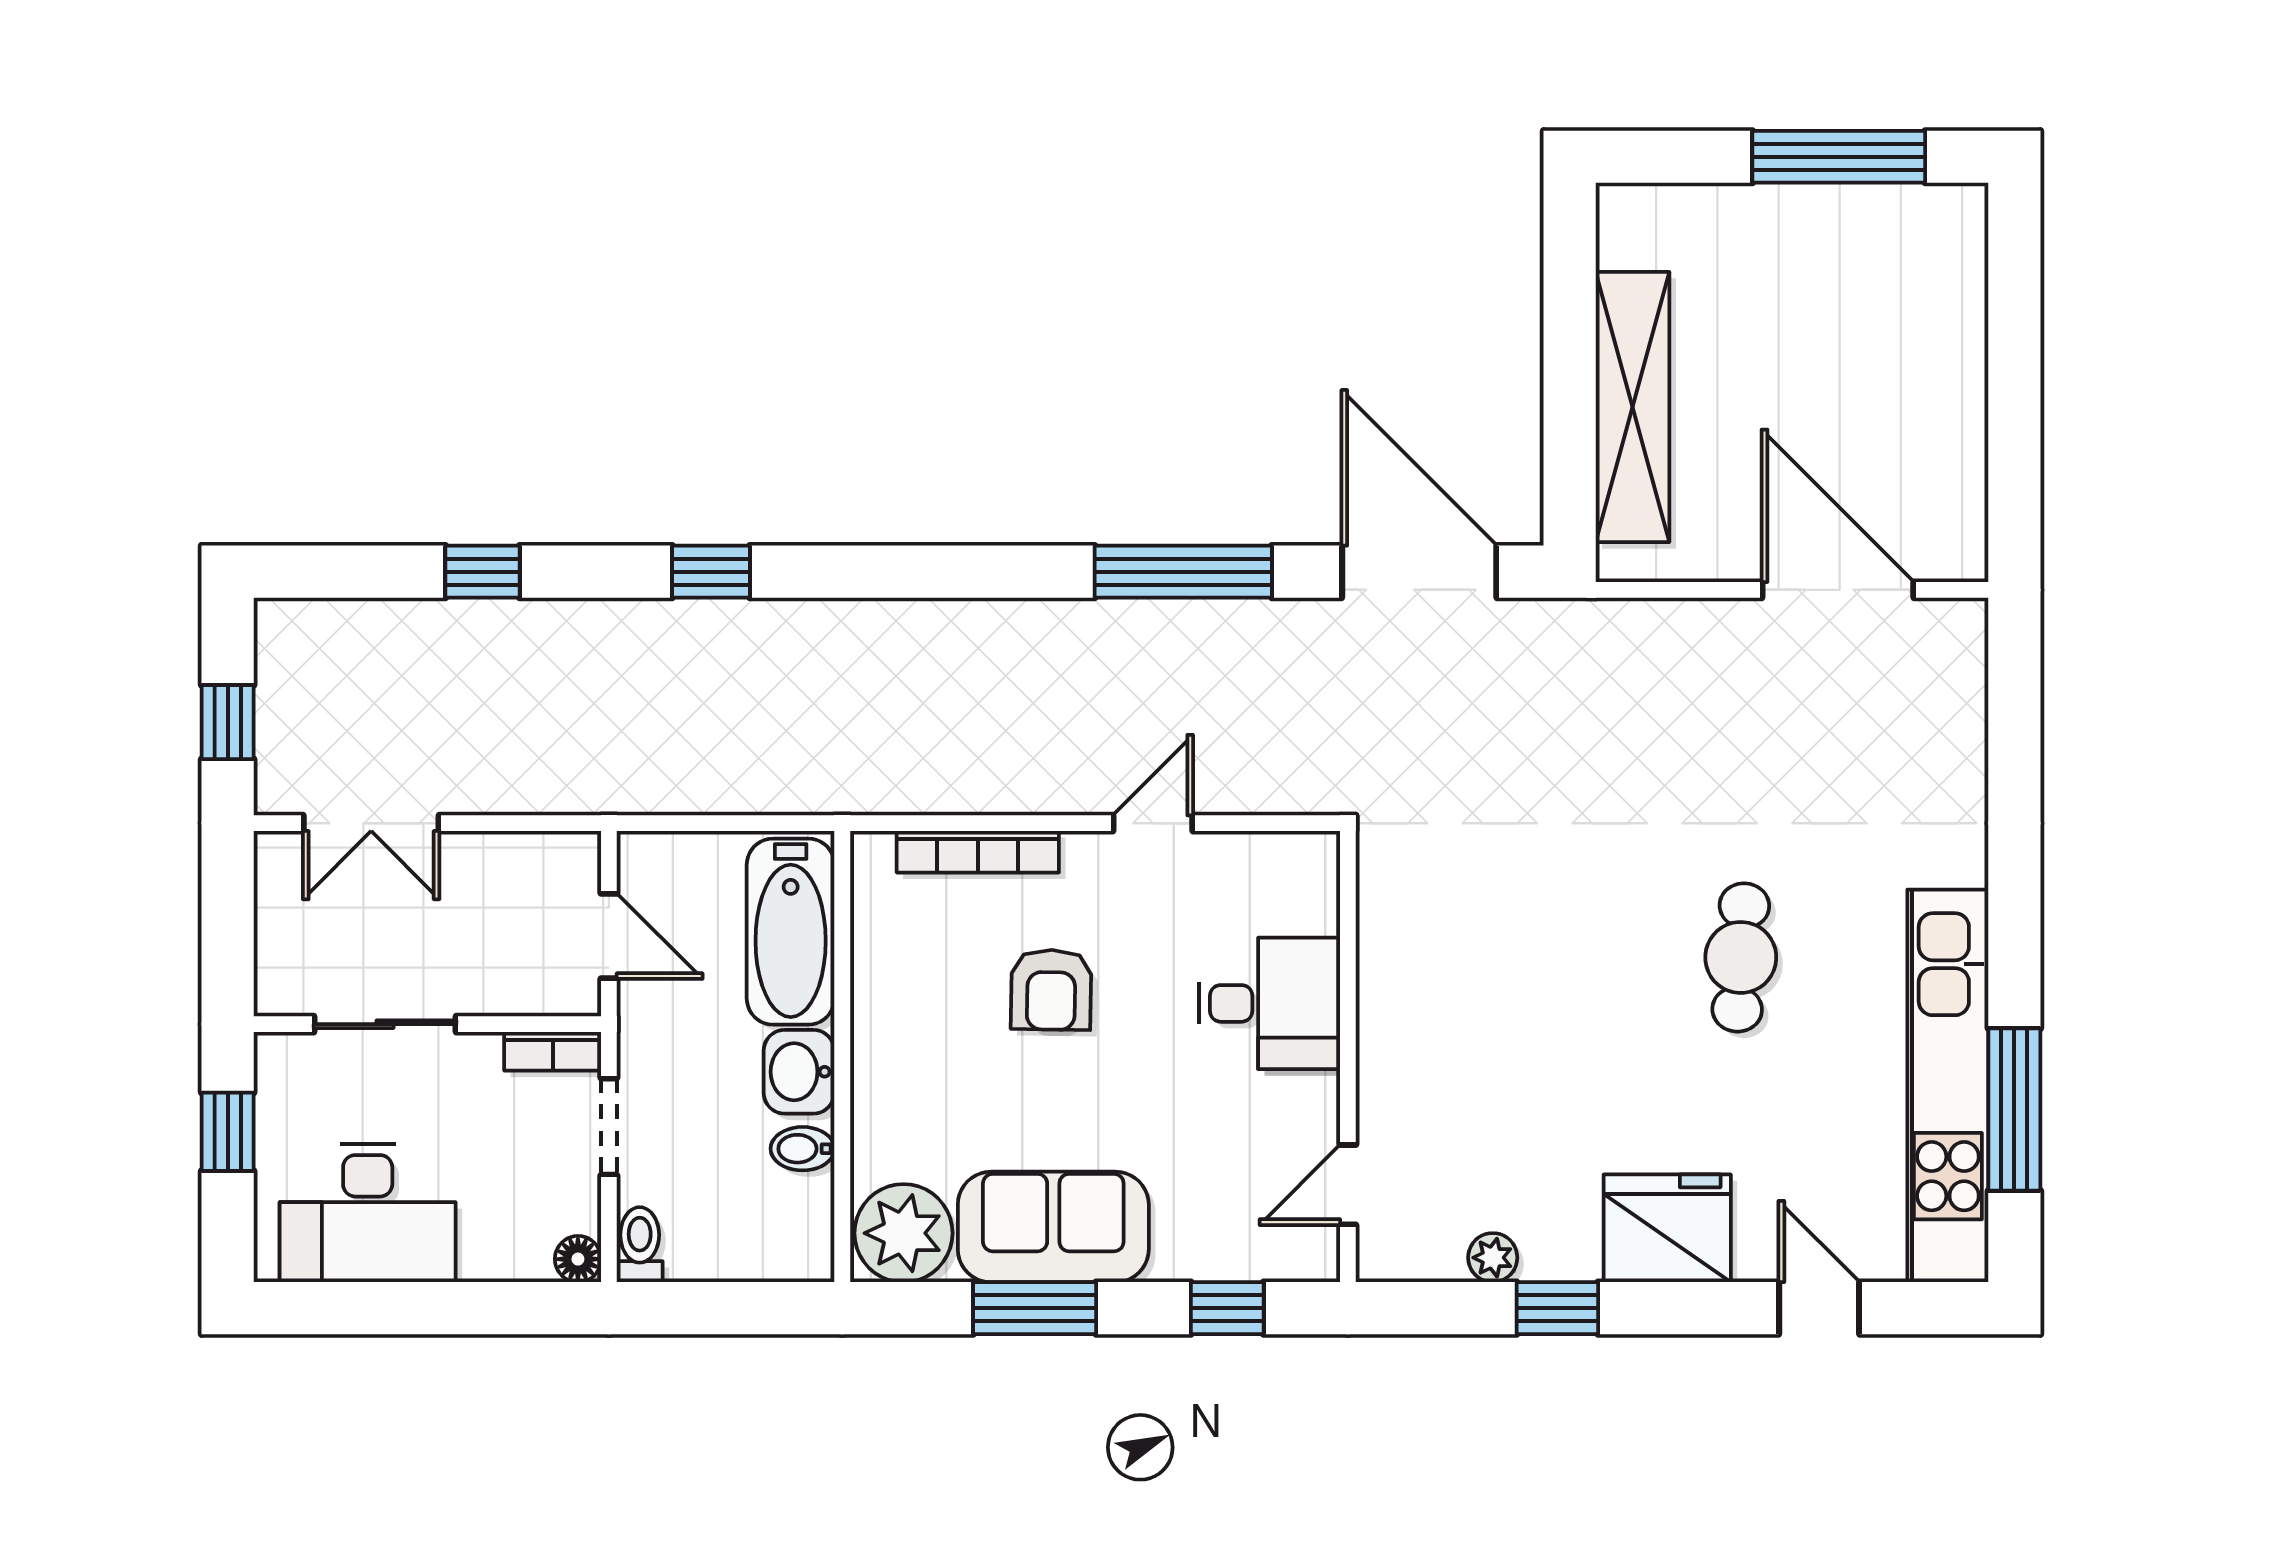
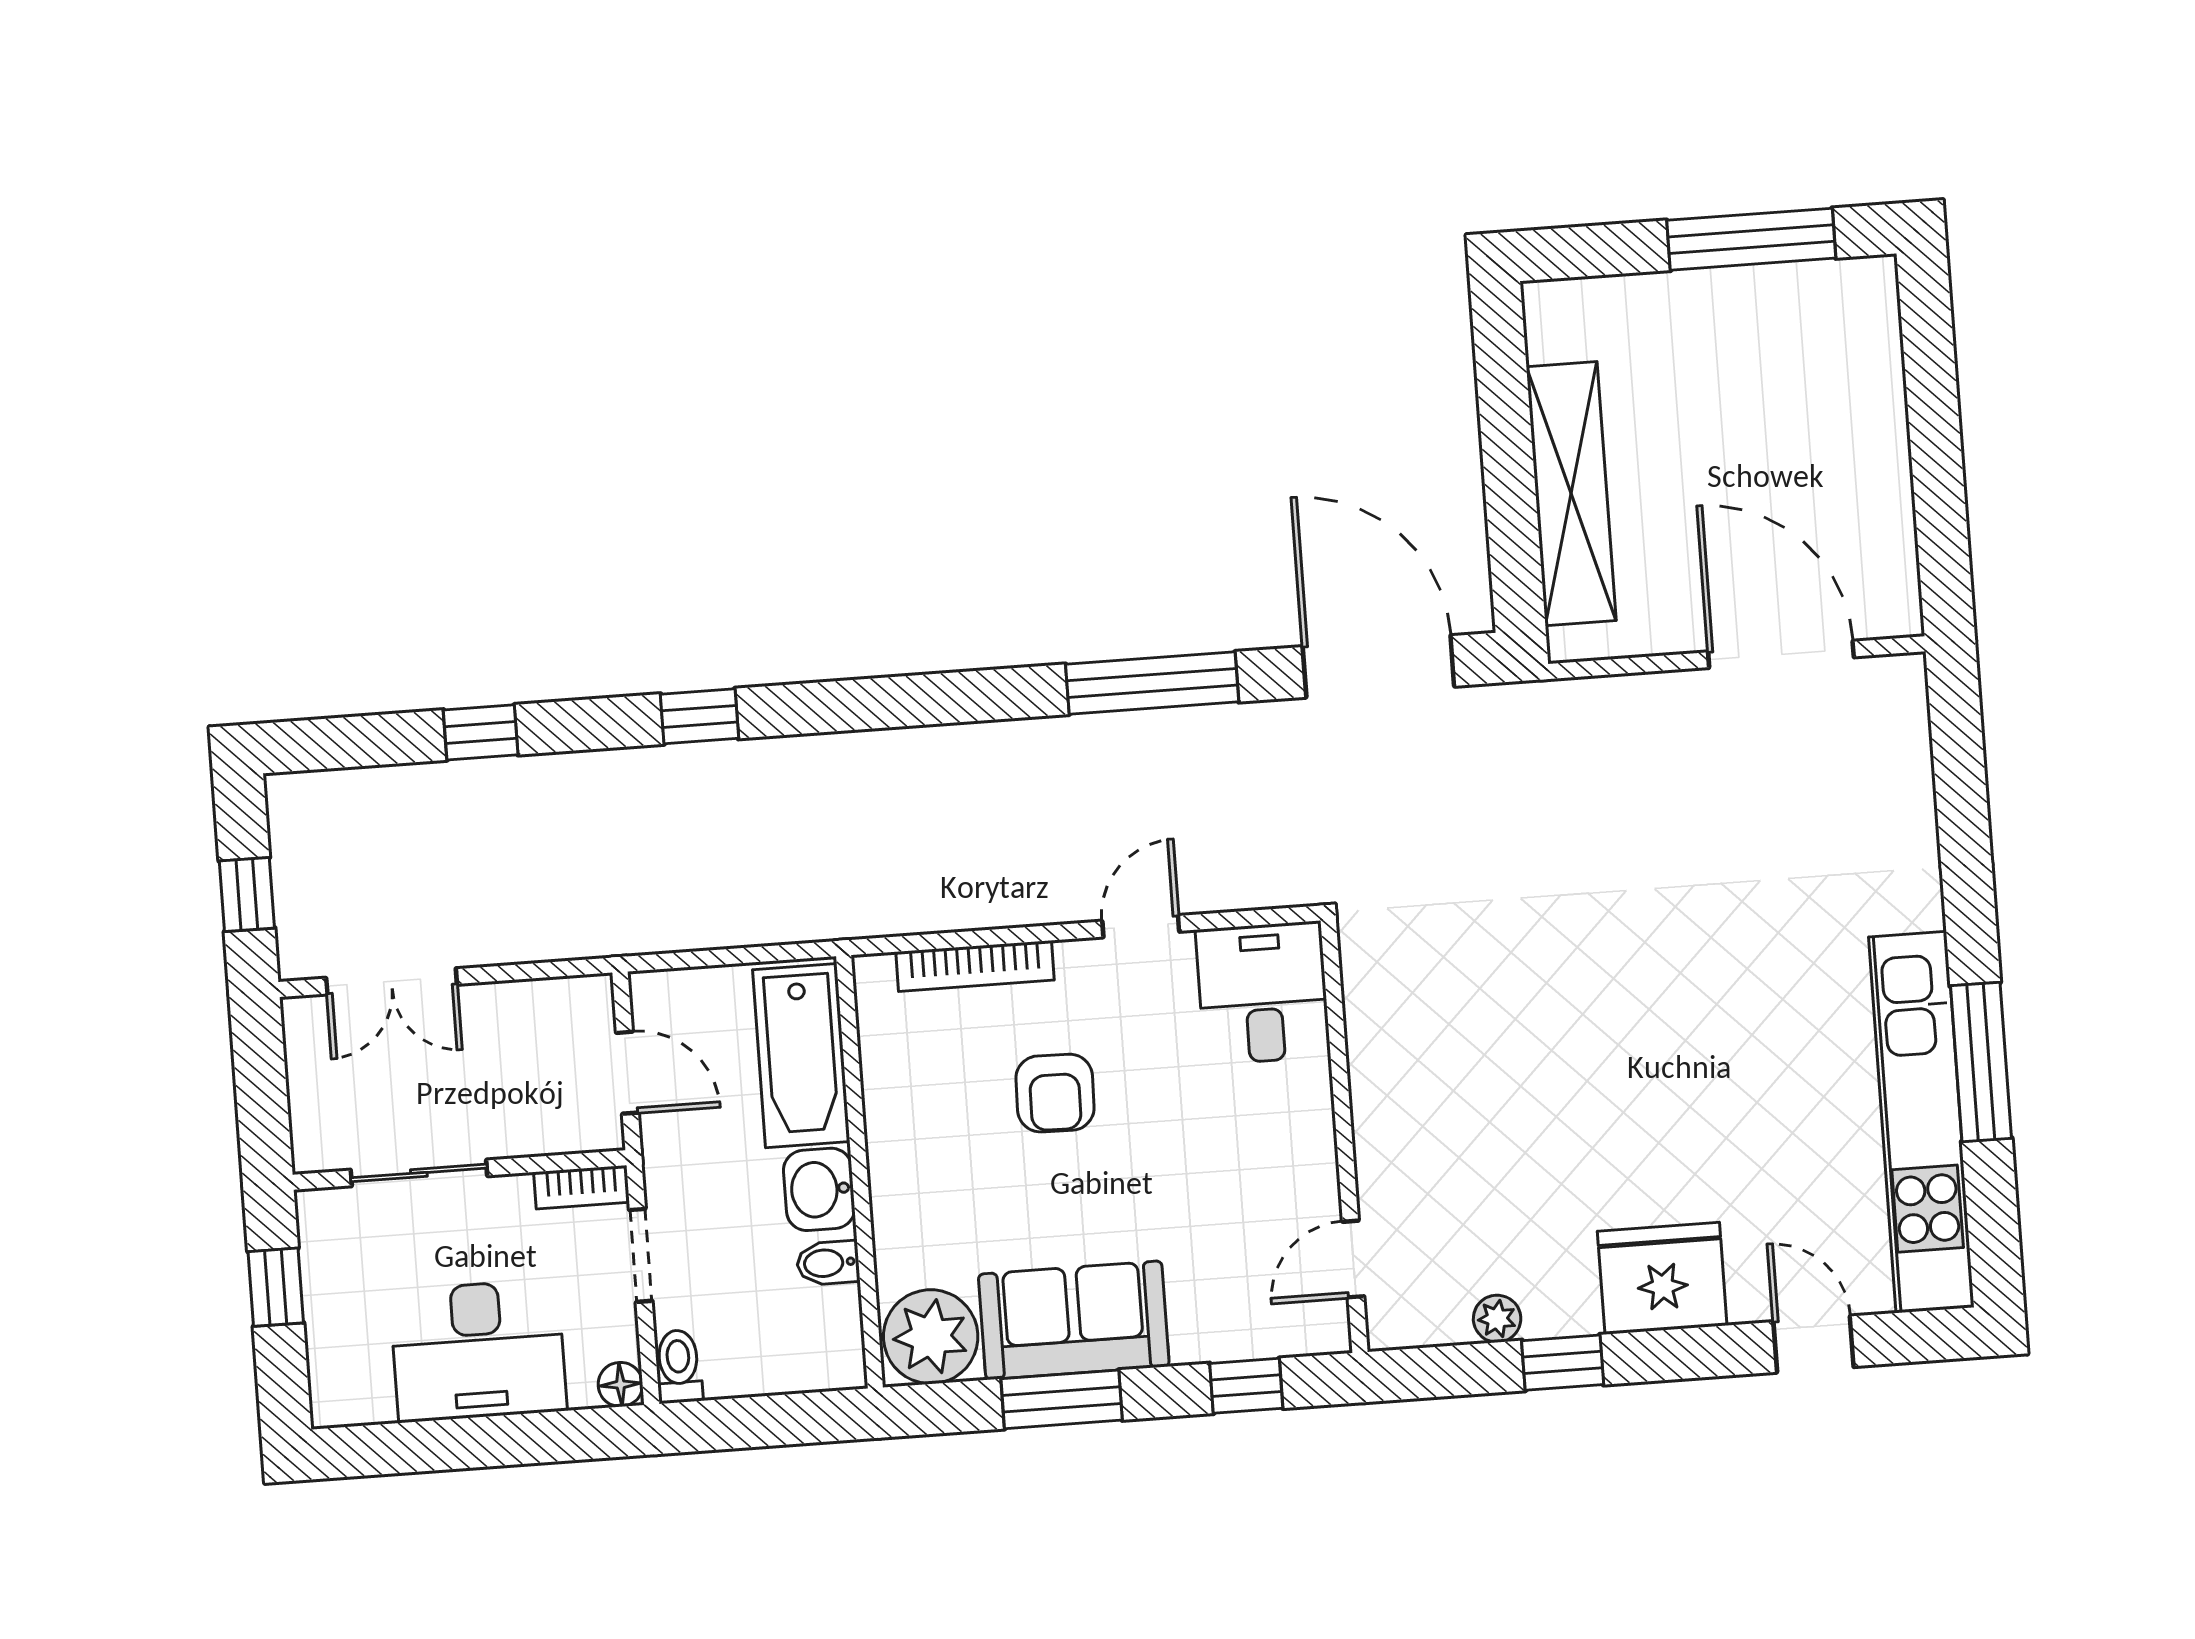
cafe table: (1741, 957) -> (1714, 1014), removed
desk: (1269, 1003) -> (1263, 993), moved, turned -90
window: (2014, 1109) -> (1981, 1062), moved
desk: (368, 1213) -> (478, 1351), moved

